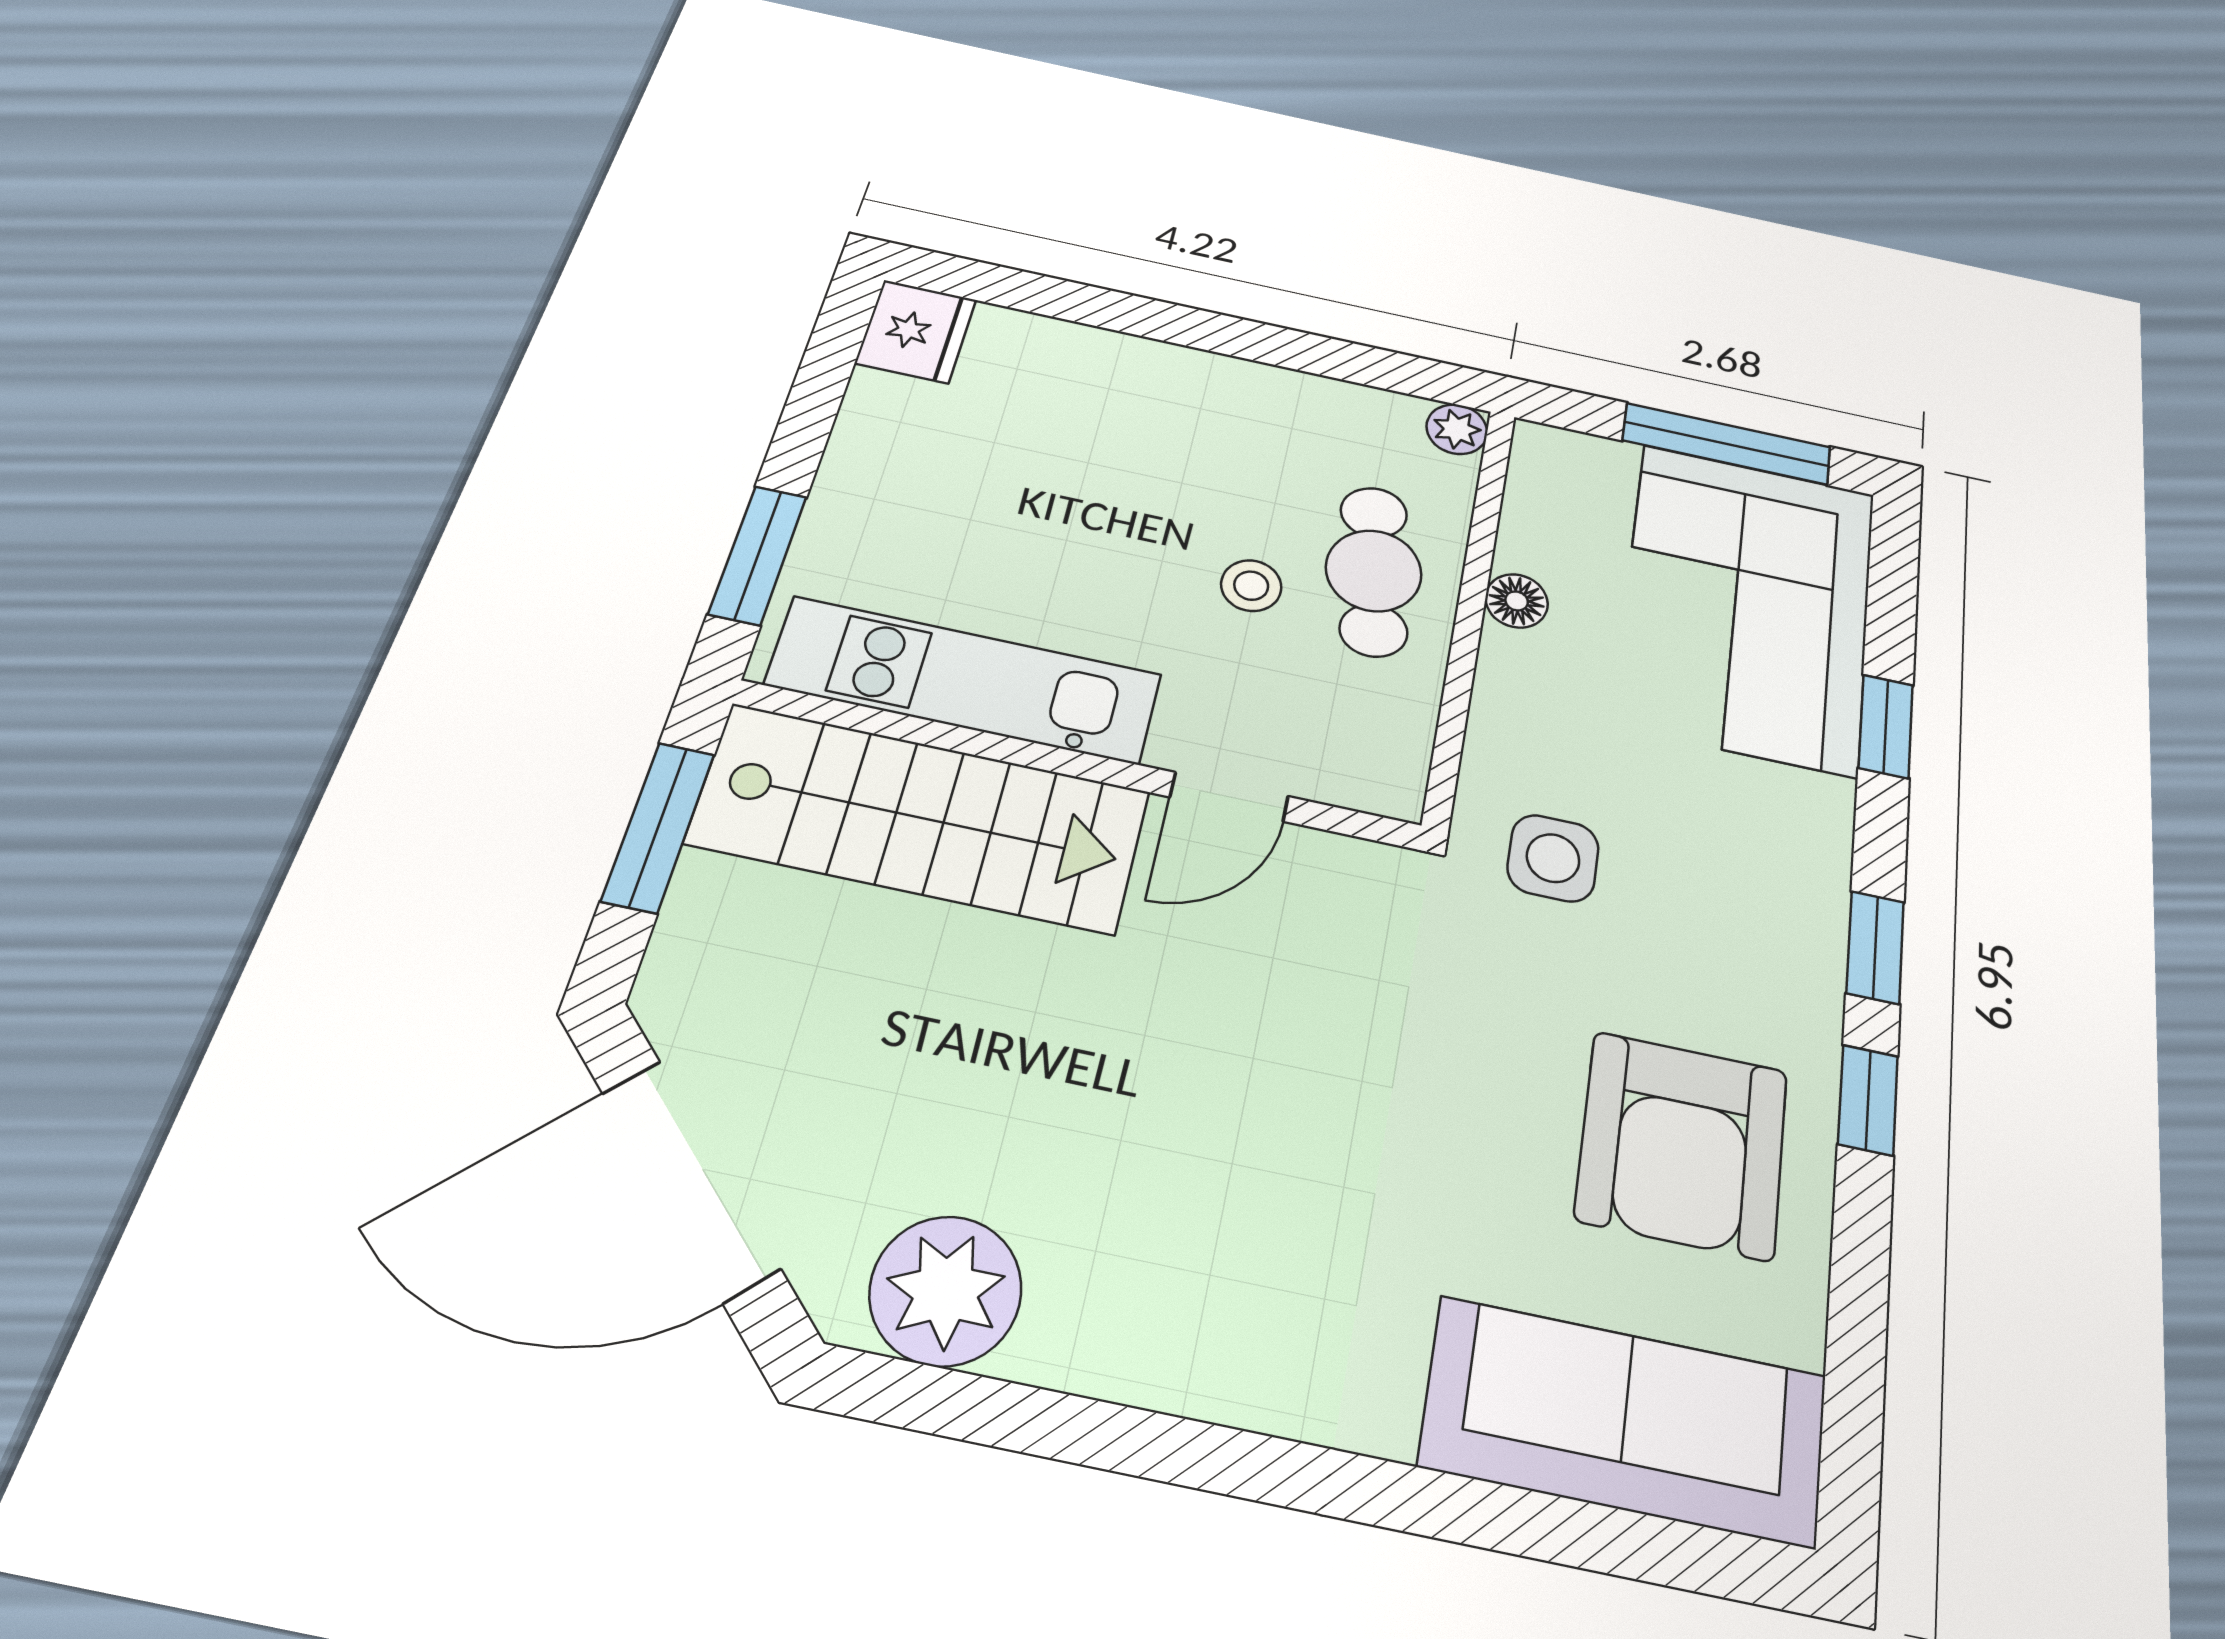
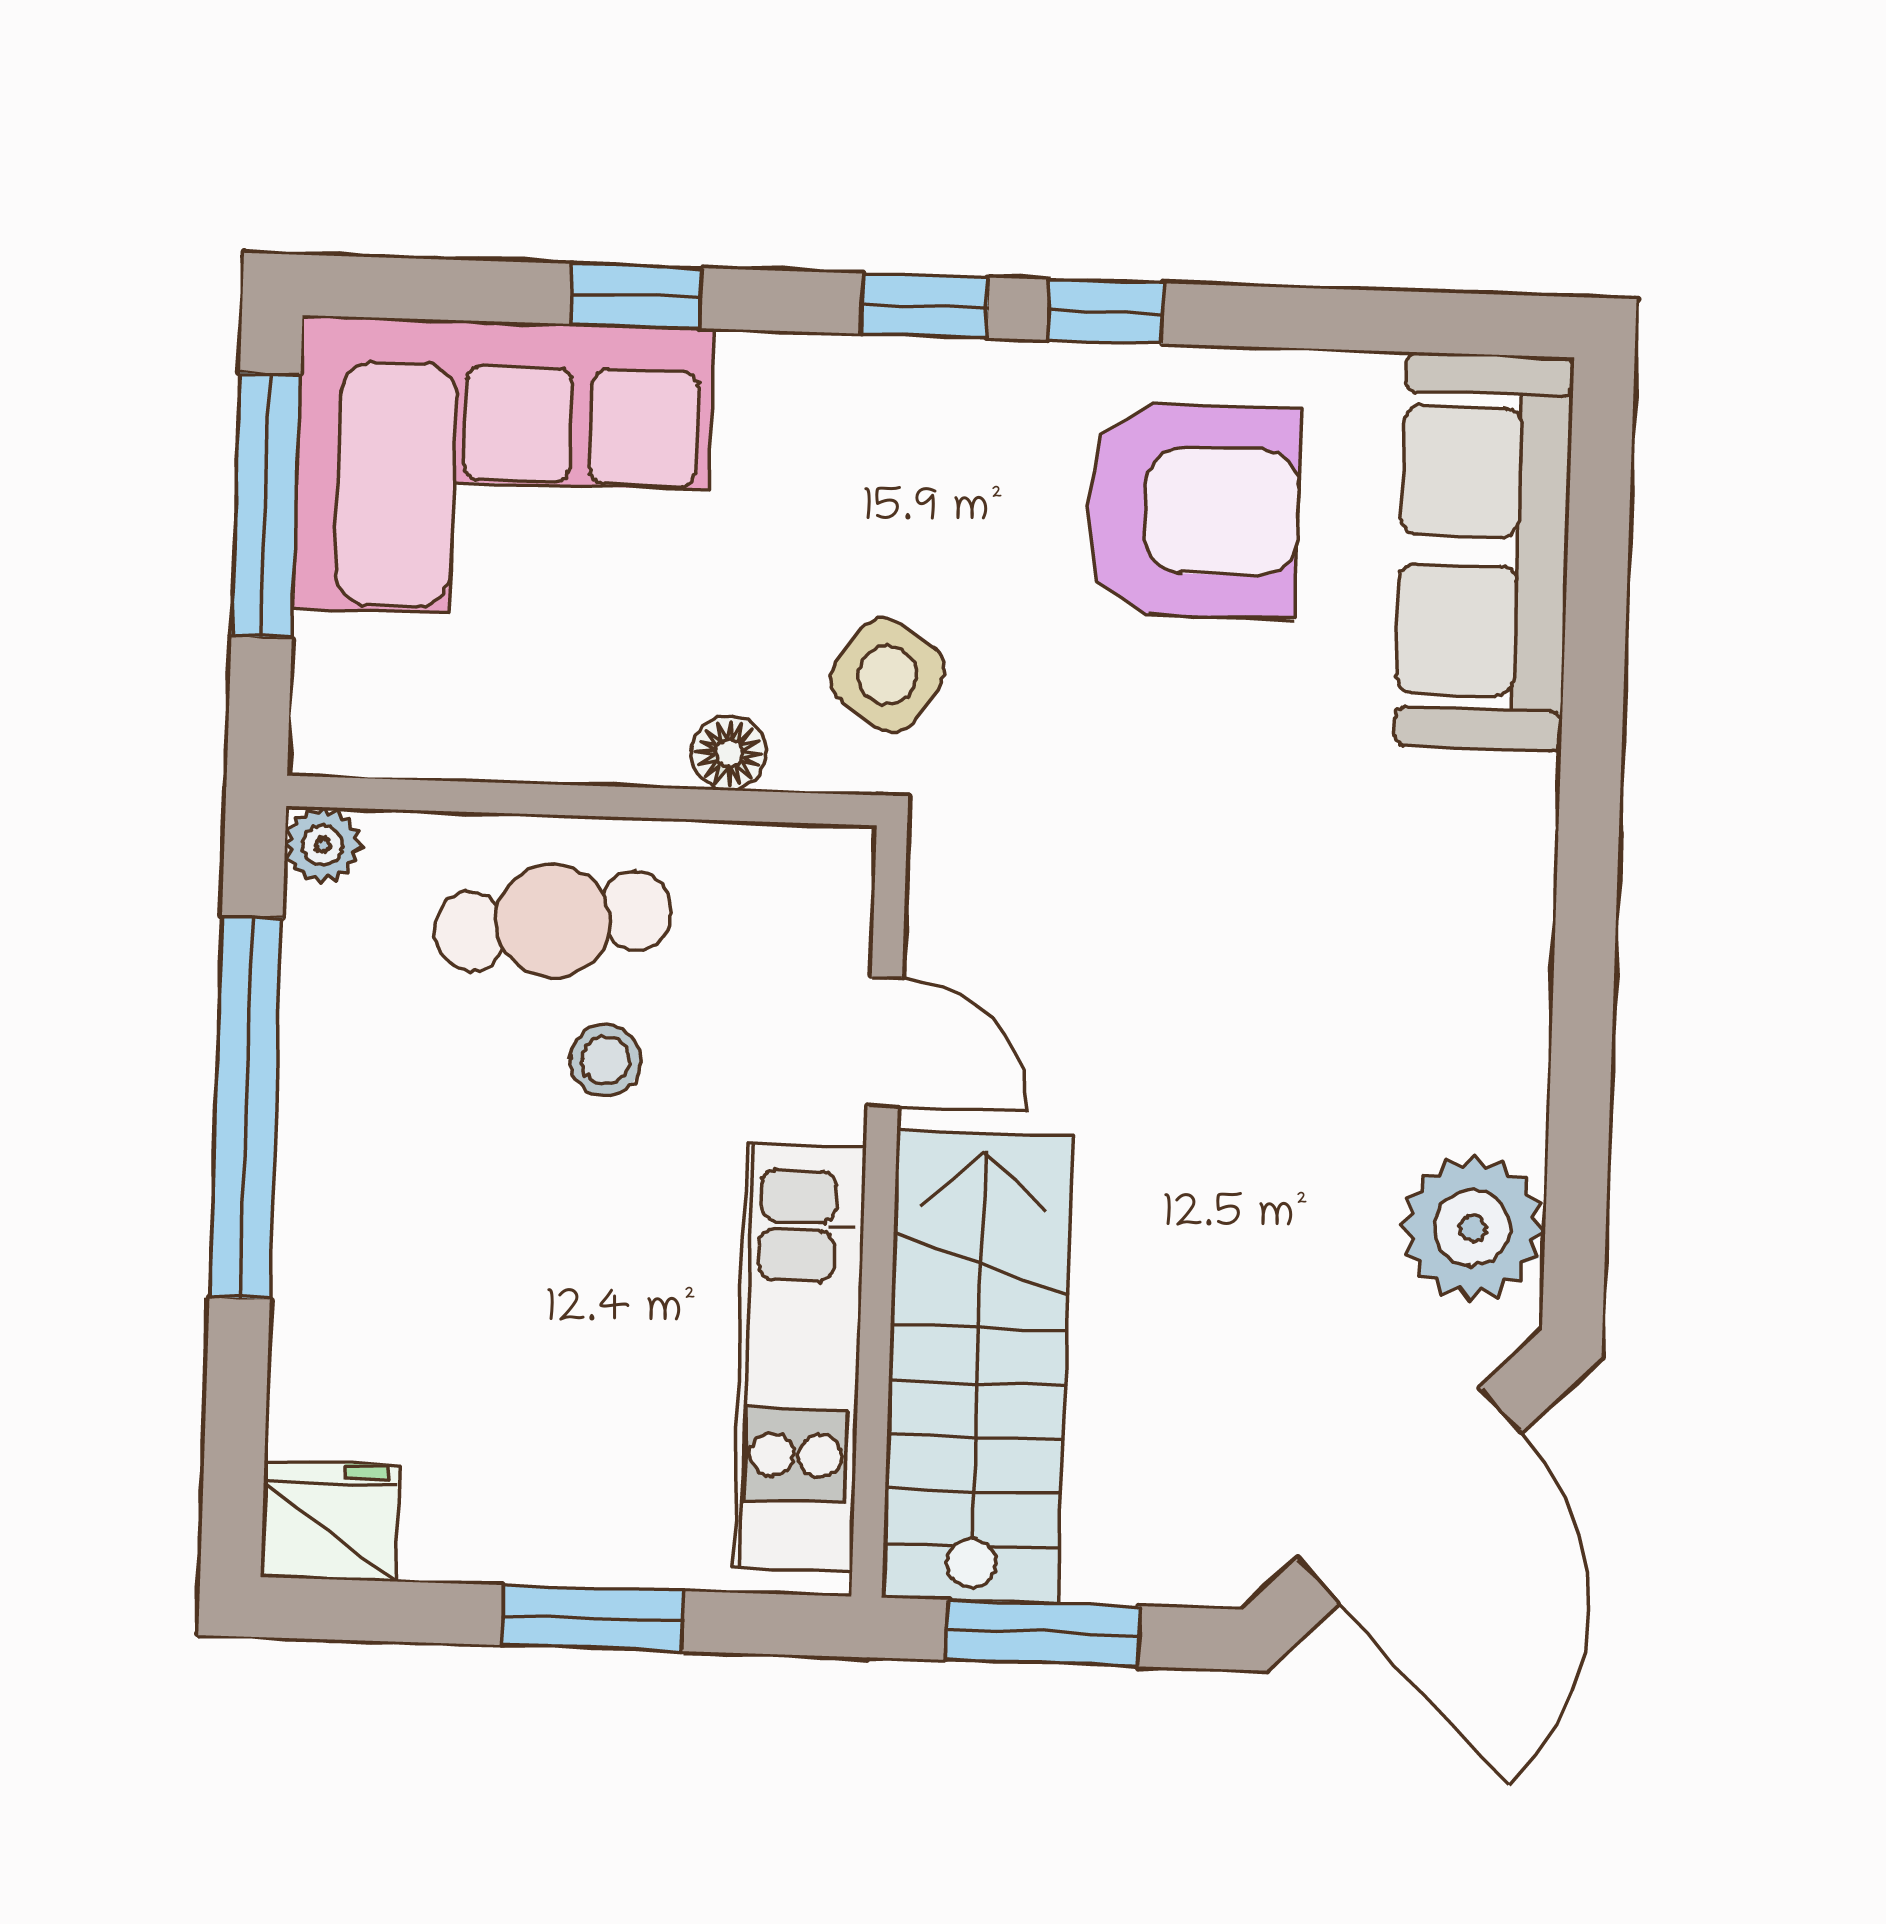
window: (1258, 342) -> (246, 1107), added
window: (758, 555) -> (593, 1618), moved
floor lamp: (1517, 601) -> (729, 753), moved
side table: (1553, 858) -> (887, 675), turned 34

